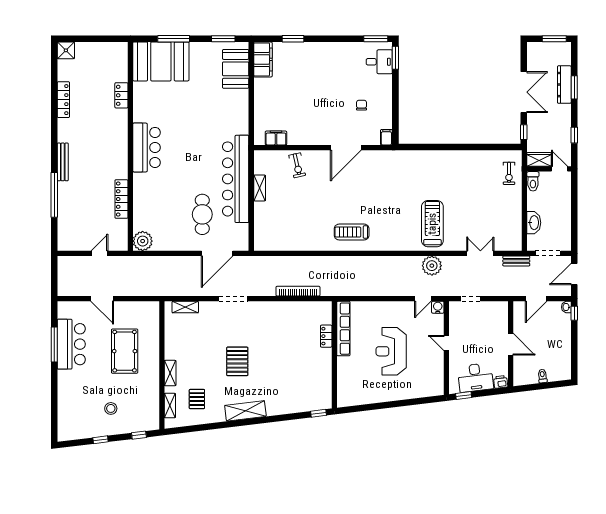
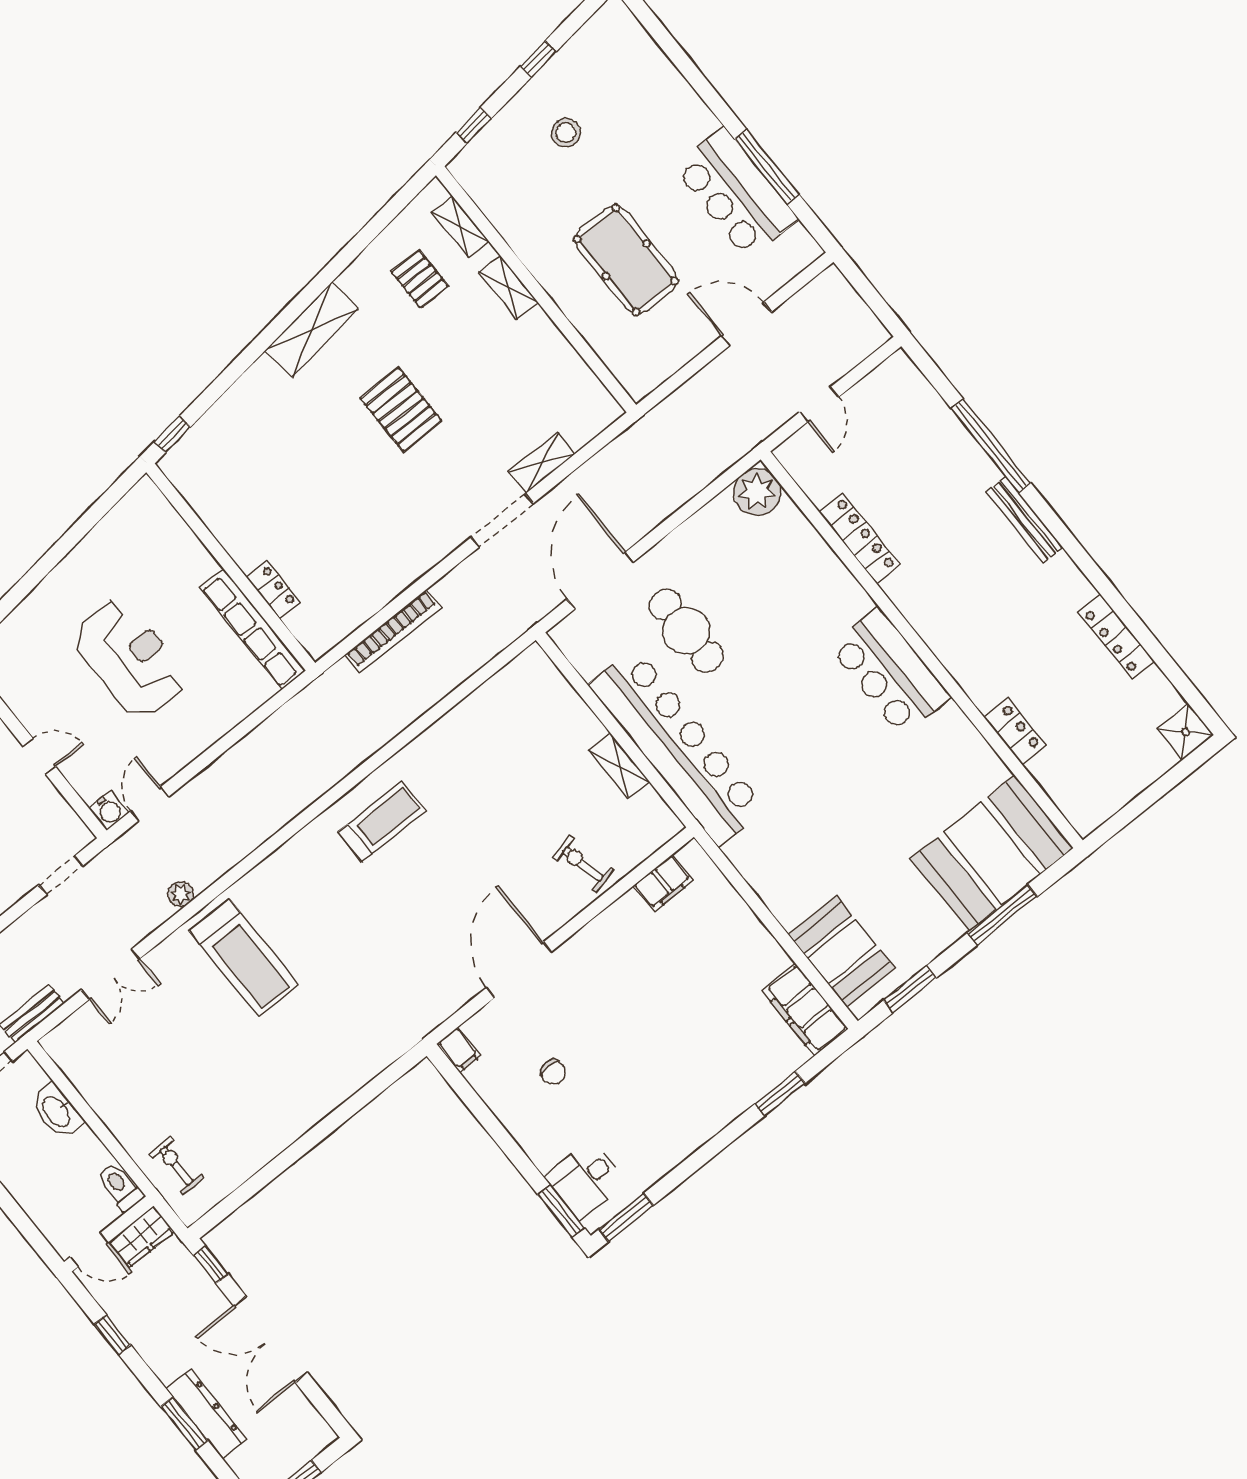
plant: (432, 266) -> (181, 894), width x0.53, depth x0.53
shelving: (185, 307) -> (542, 463), moved

